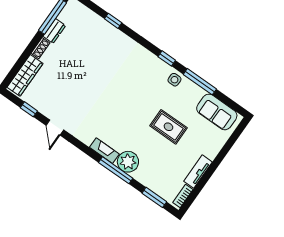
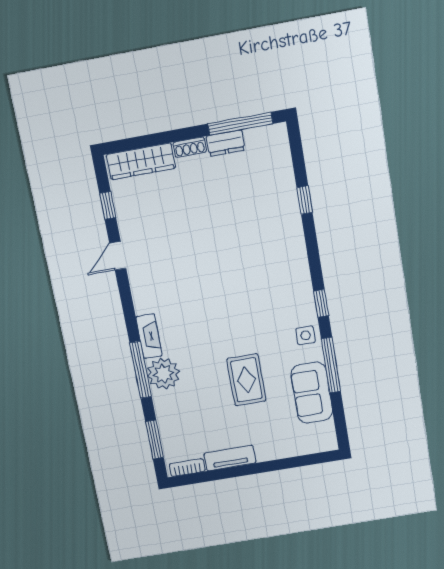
sofa: (217, 112) -> (312, 393), moved

